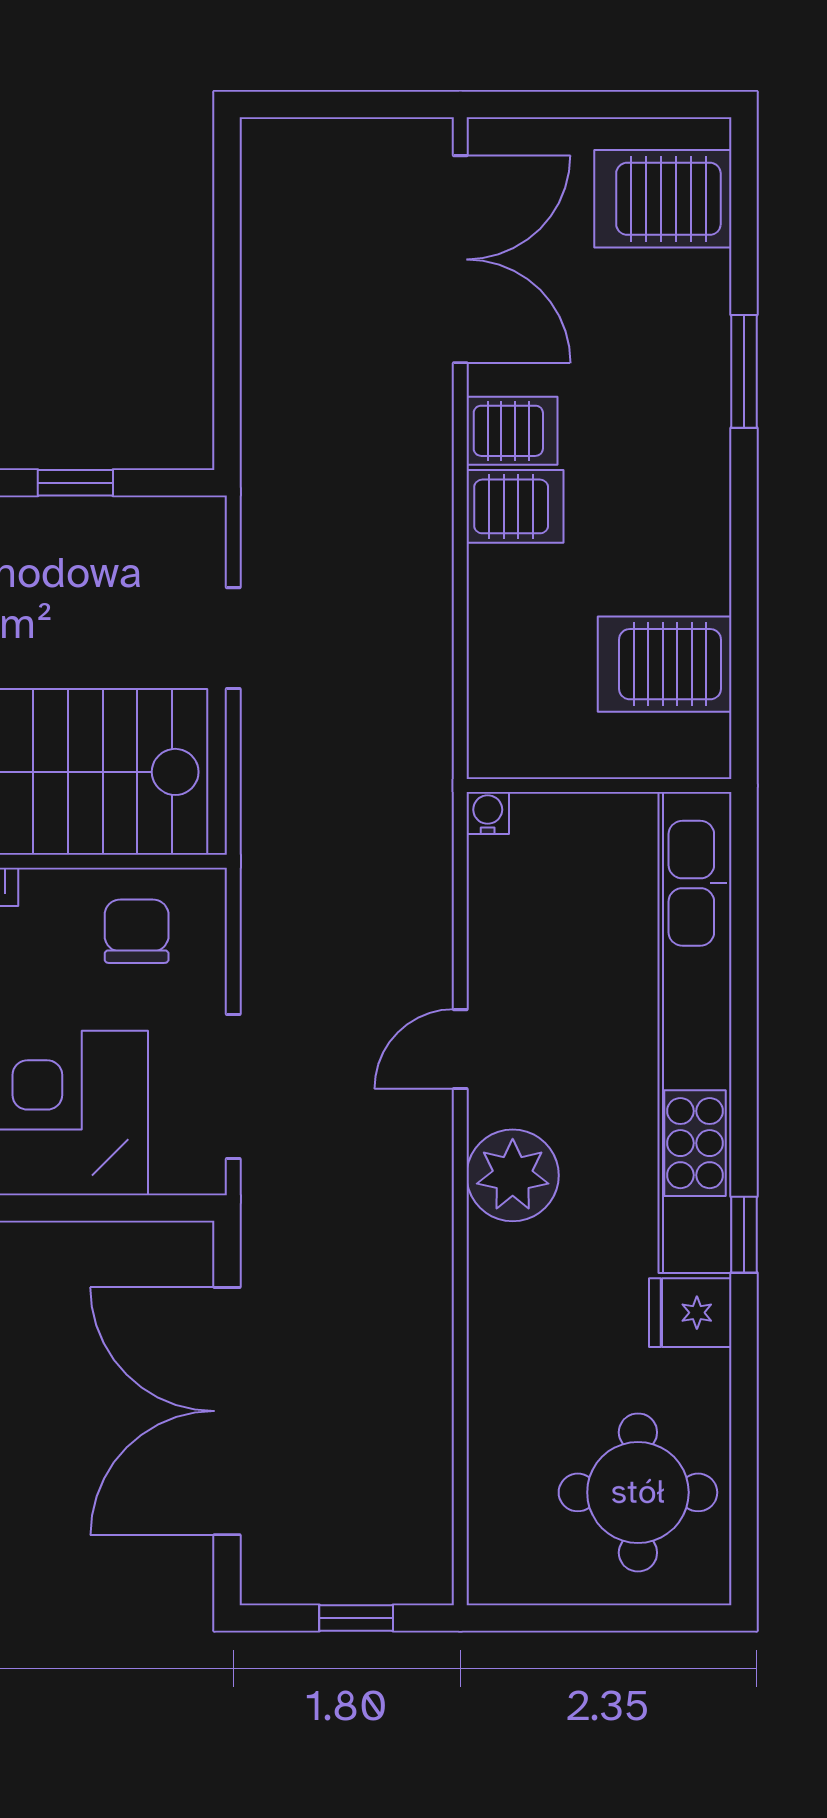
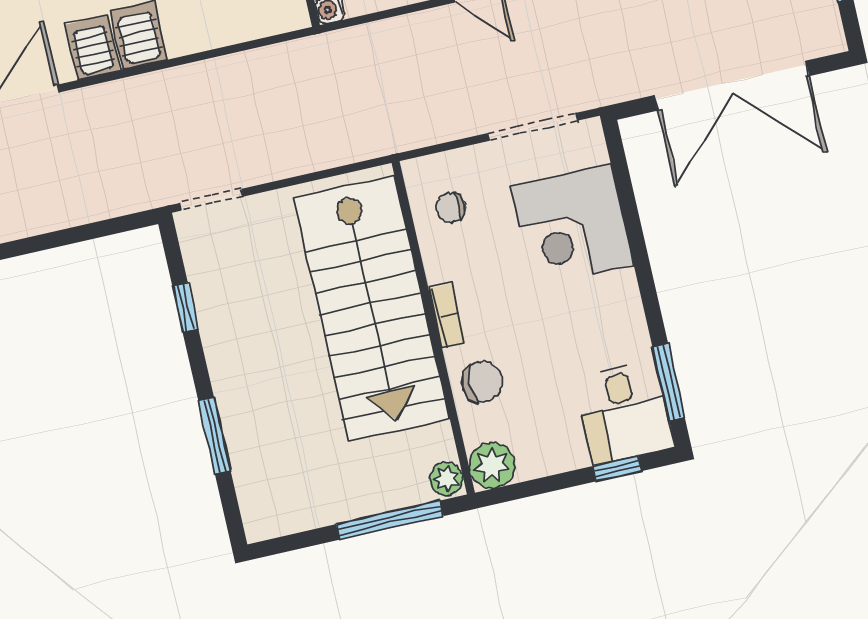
doorway: (233, 638) -> (211, 200), moved
chair: (137, 931) -> (451, 208), width x0.73, depth x0.73

